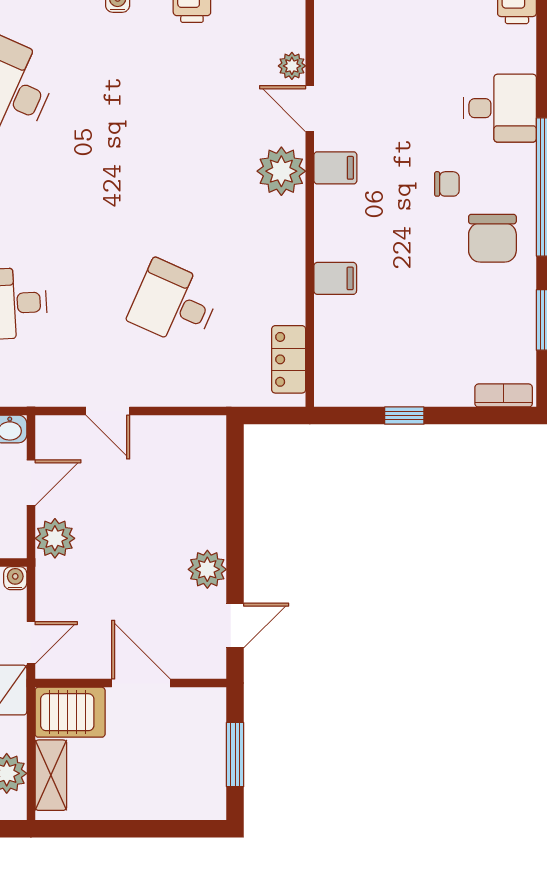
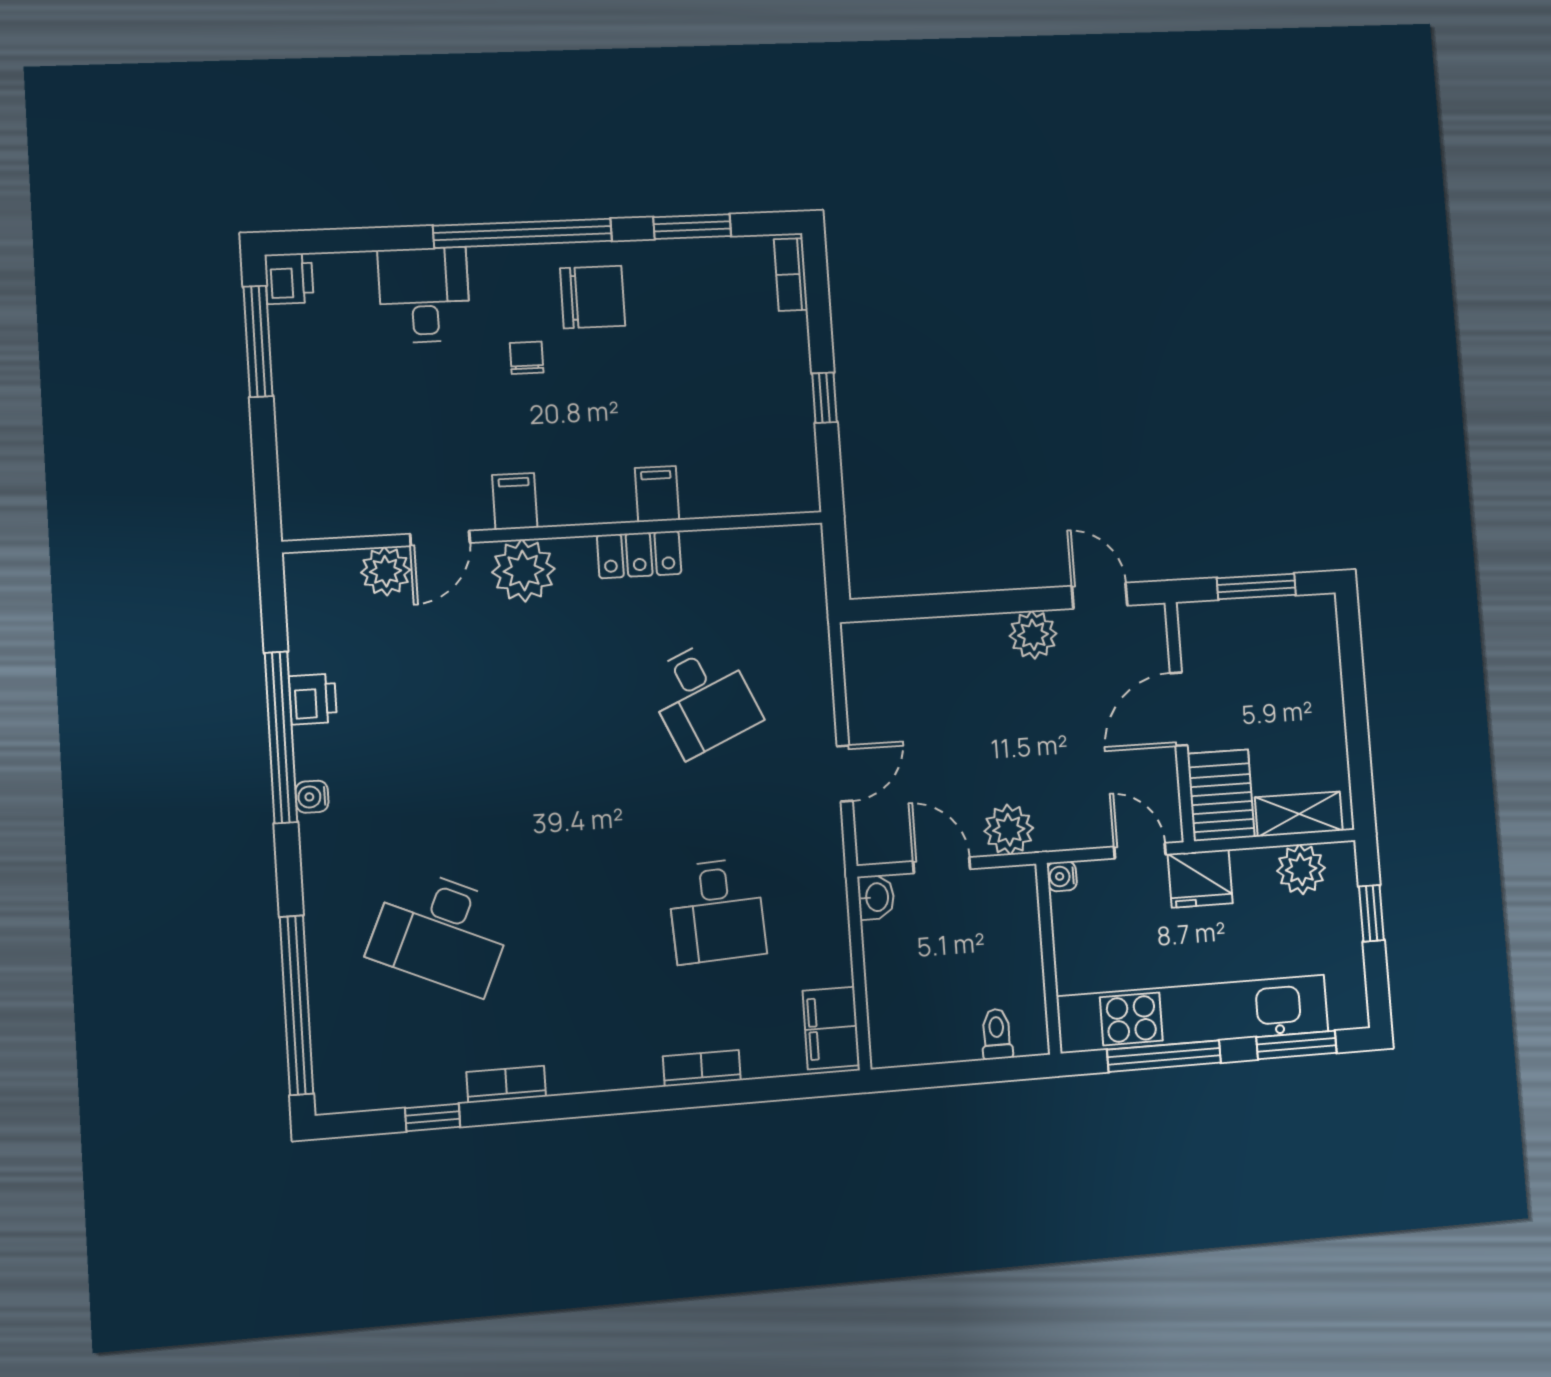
plant: (292, 66) -> (386, 571), width x1.38, depth x1.38
desk: (174, 304) -> (703, 698), turned -48
locker: (289, 359) -> (639, 555), moved

